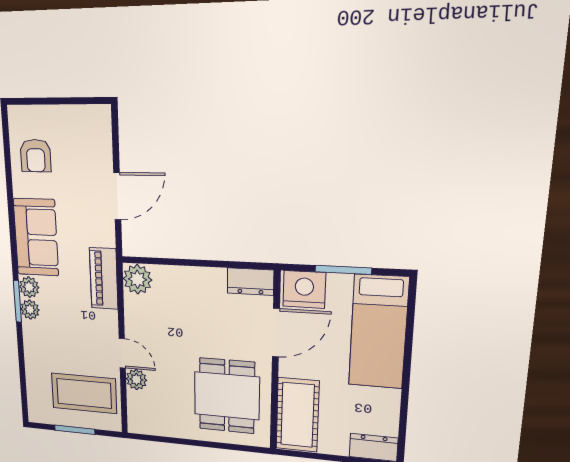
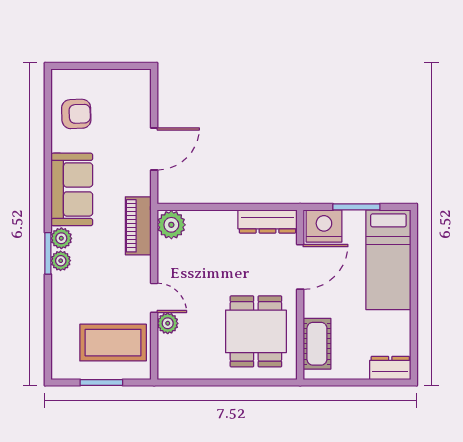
armchair: (36, 156) -> (76, 114), turned -92
dresser: (250, 282) -> (268, 221), width x1.44
cot: (297, 415) -> (317, 344), width x0.73, depth x0.75

